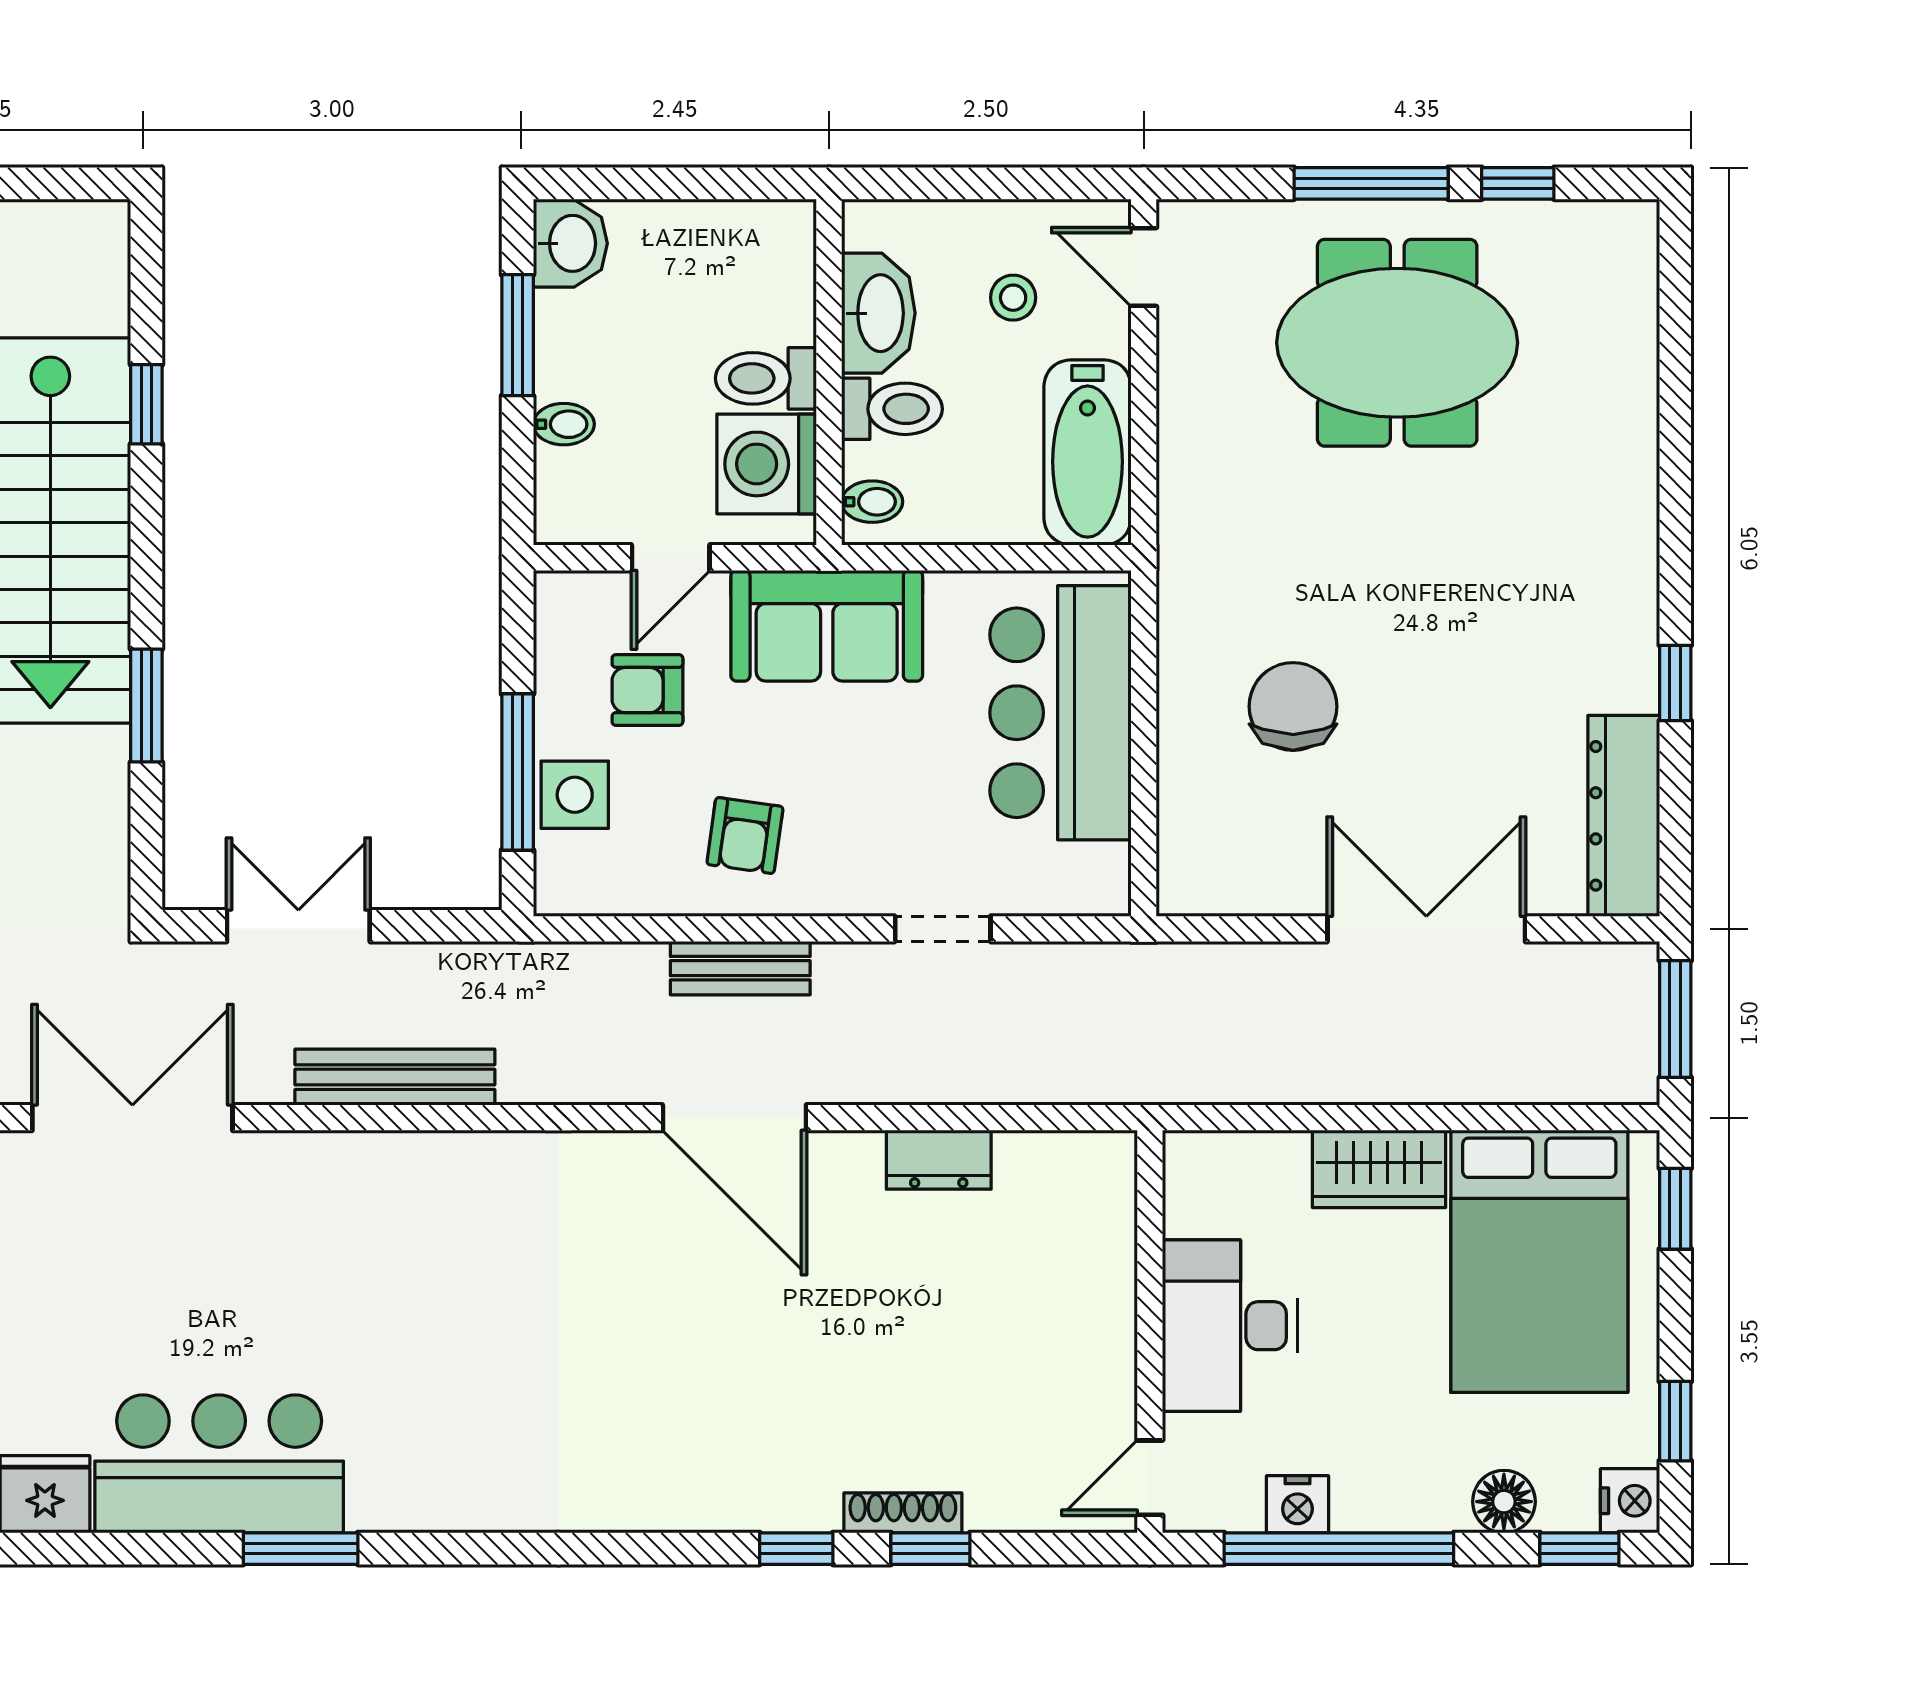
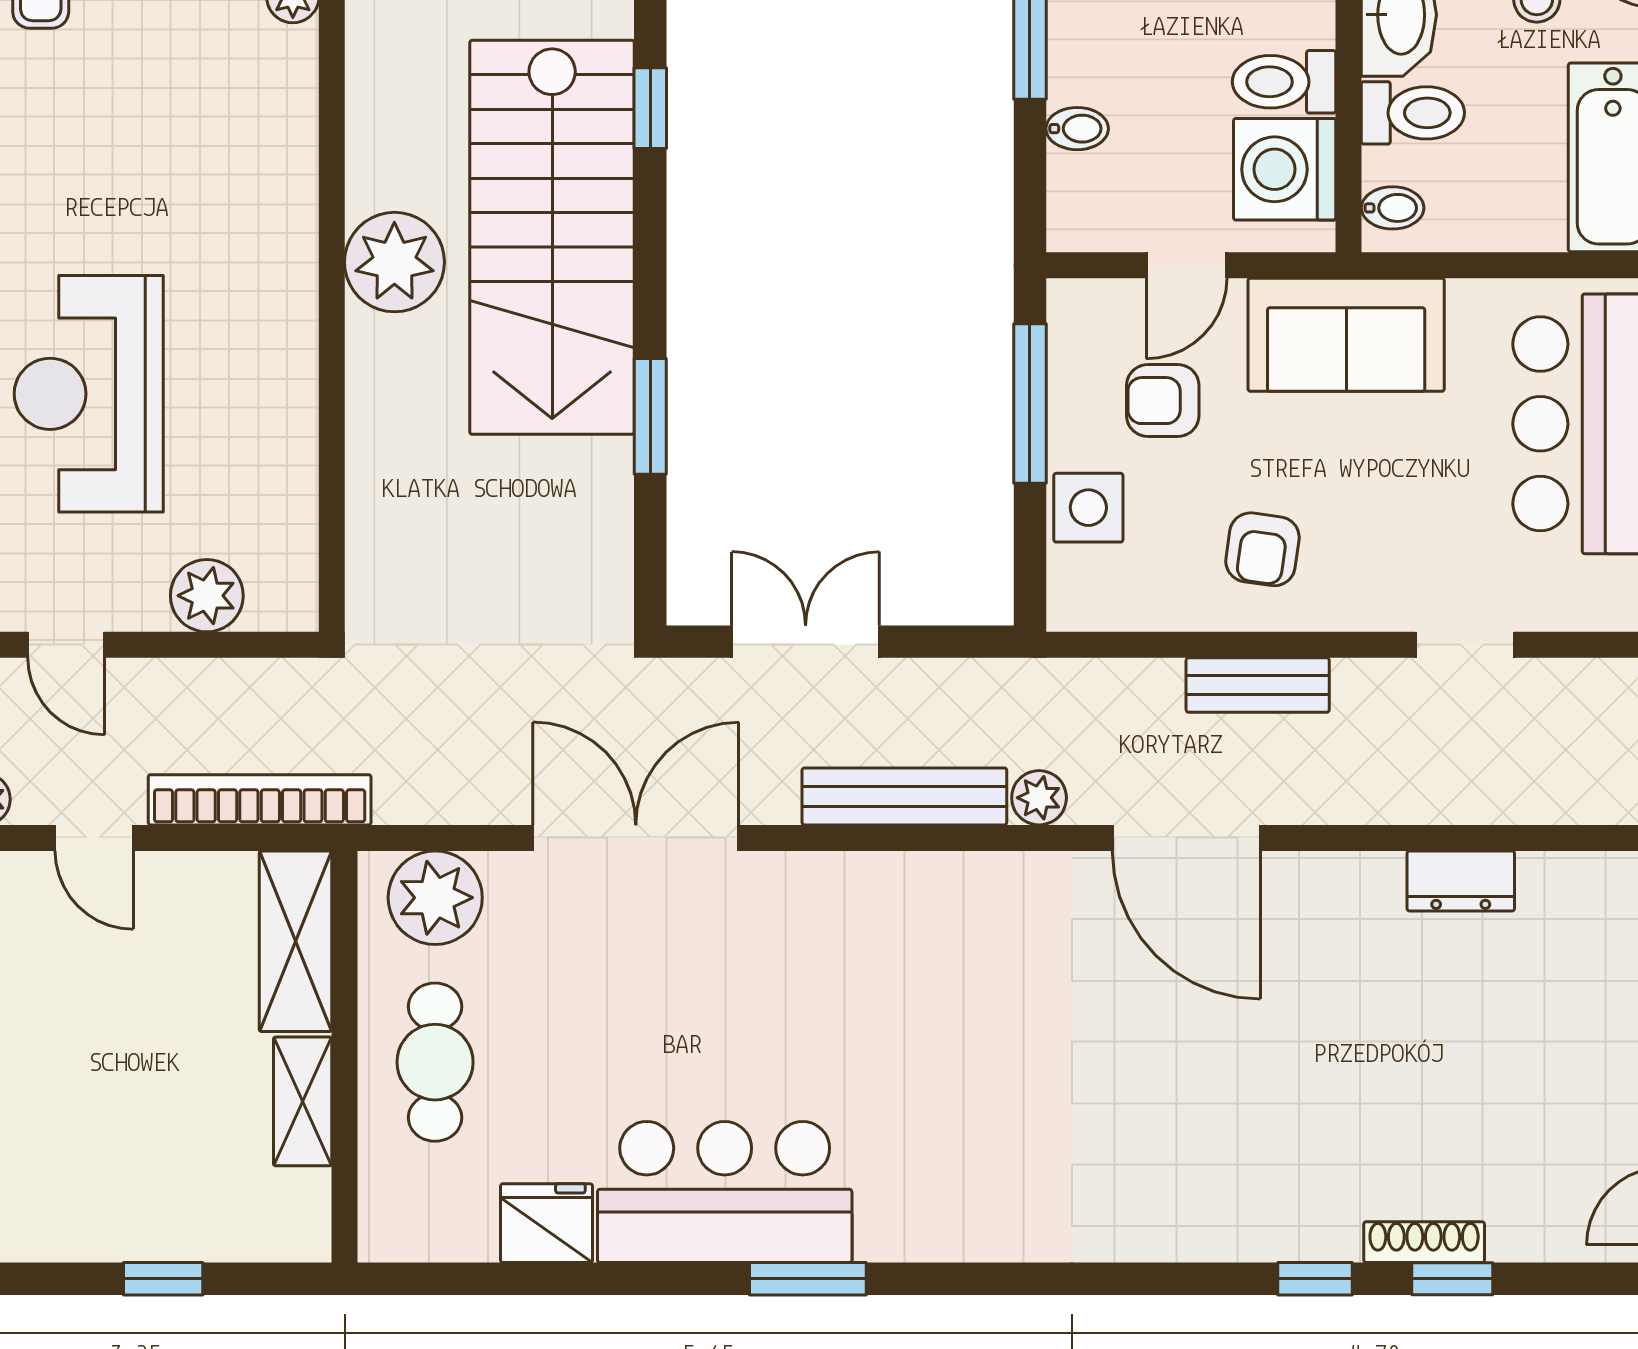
window: (518, 772) -> (1030, 404), moved
plant: (526, 1078) -> (1039, 798), added
door: (734, 1118) -> (1186, 838), moved

